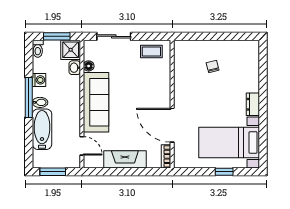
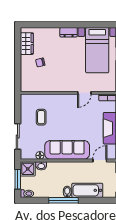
wardrobe: (238, 49) -> (27, 44), added
coffee table: (151, 52) -> (41, 117), moved
washing machine: (39, 80) -> (50, 193), removed
door: (172, 125) -> (84, 93), width x0.53

